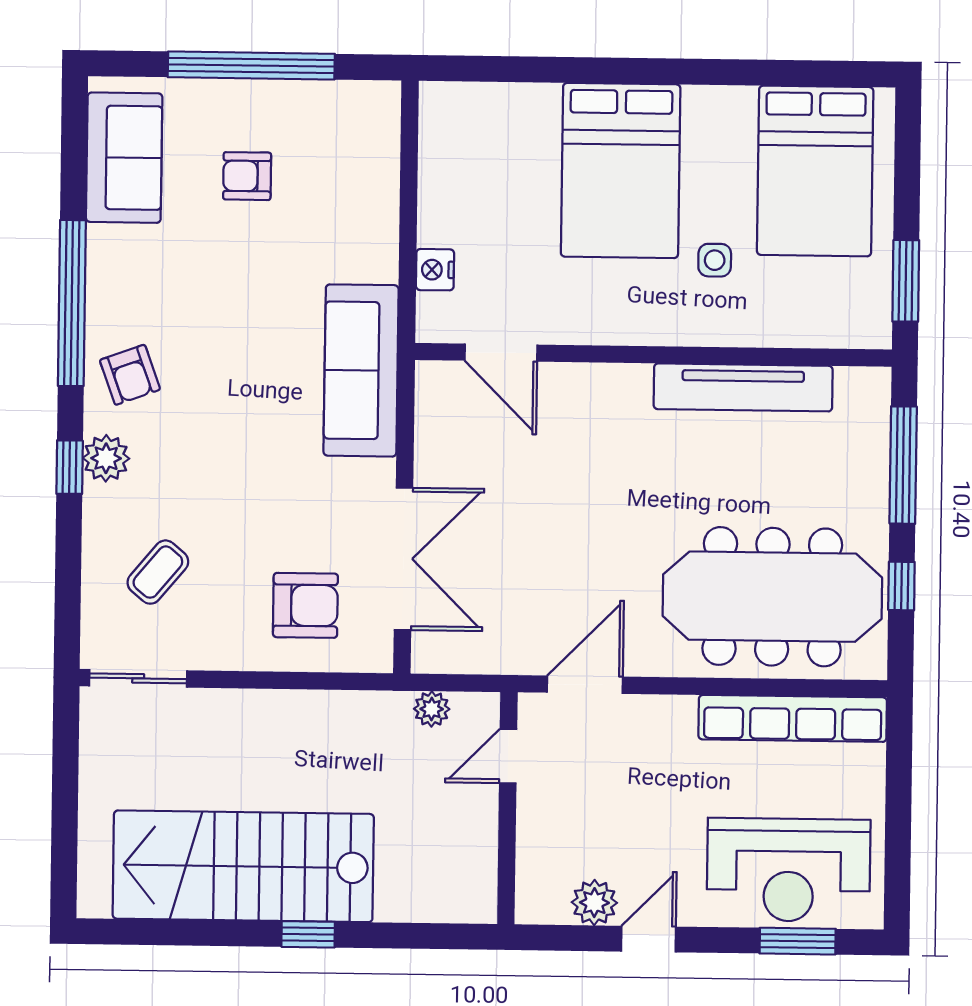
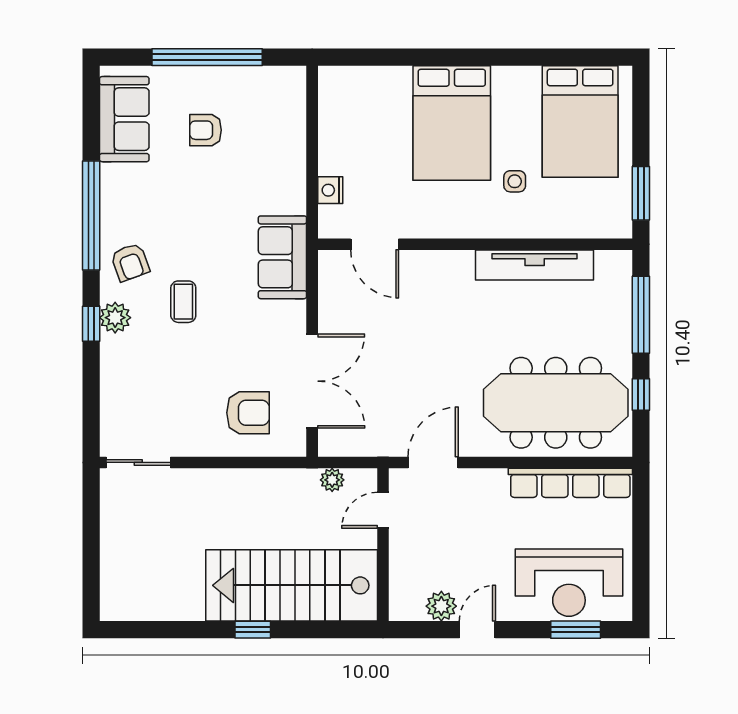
sofa: (361, 370) -> (282, 257), width x0.73
coffee table: (158, 572) -> (183, 302), moved, turned -40
stairs: (243, 866) -> (292, 585), moved

